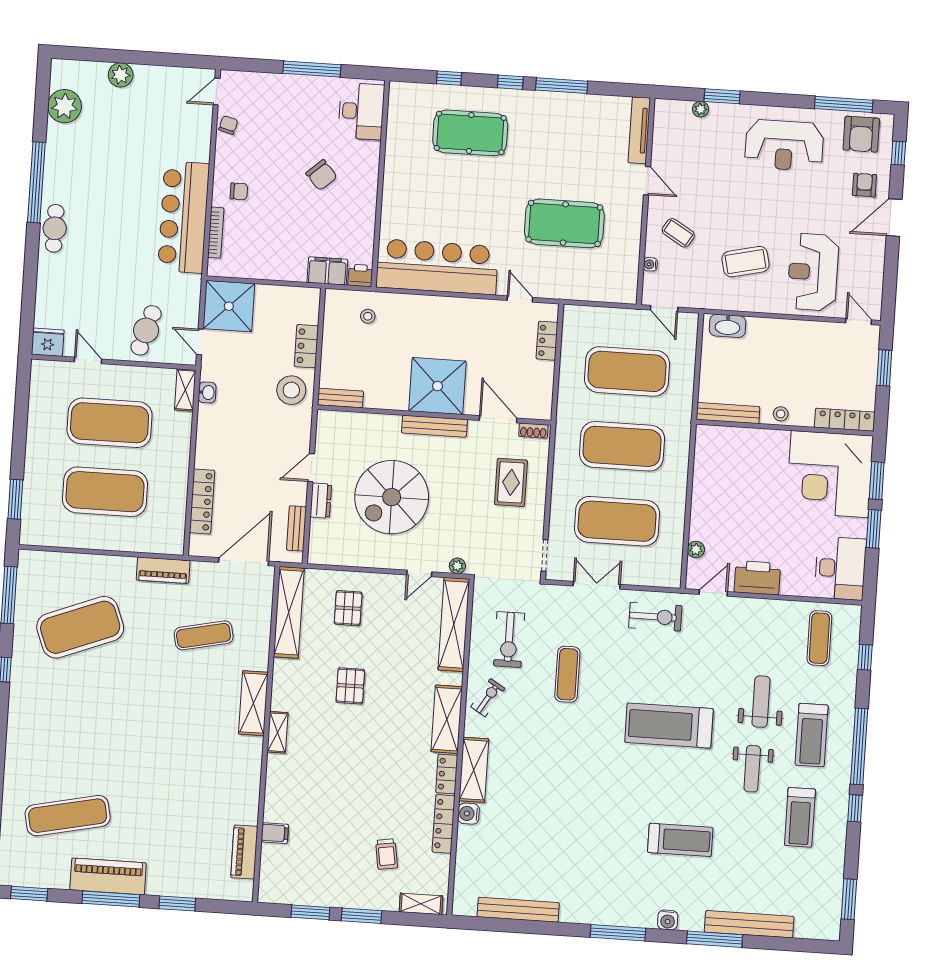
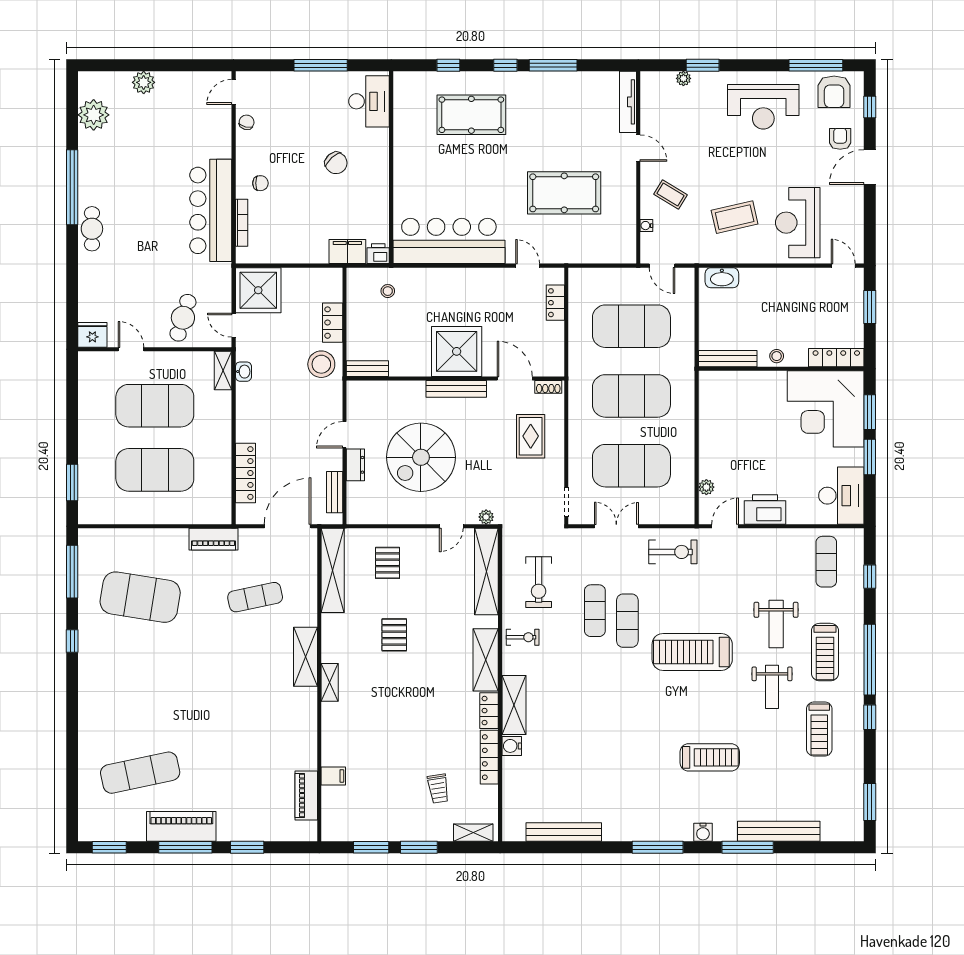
exercise mat: (80, 627) -> (140, 597), turned 30
exercise mat: (602, 687) -> (627, 621), added
exercise bike: (488, 698) -> (523, 637), turned 59
weight bench: (761, 702) -> (776, 624), turned 180

